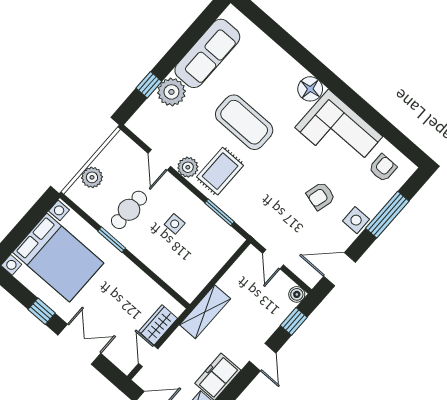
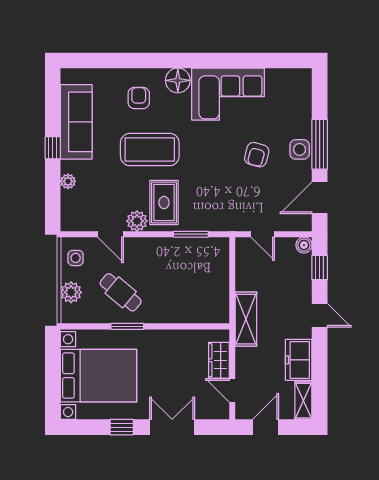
window: (149, 85) -> (53, 148), moved
plant: (171, 92) -> (68, 181), width x0.53, depth x0.53
armchair: (383, 168) -> (139, 98), moved
cafe table: (129, 210) -> (121, 292), turned -50
window: (387, 215) -> (320, 144), moved
side table: (175, 224) -> (76, 258), moved

